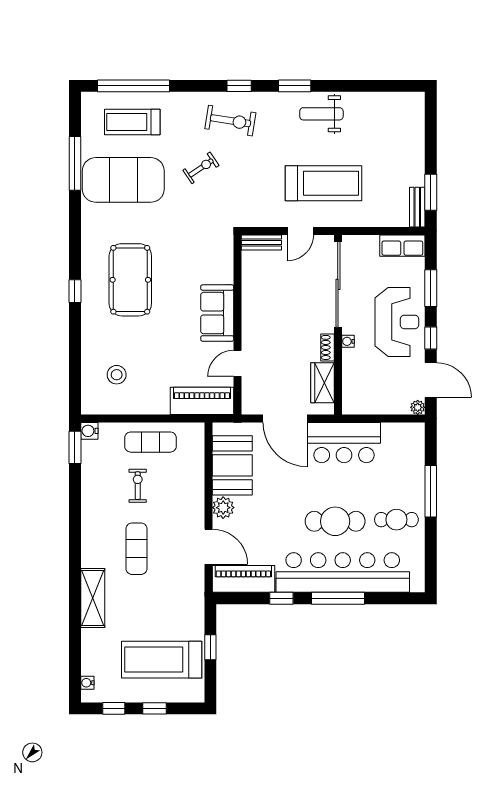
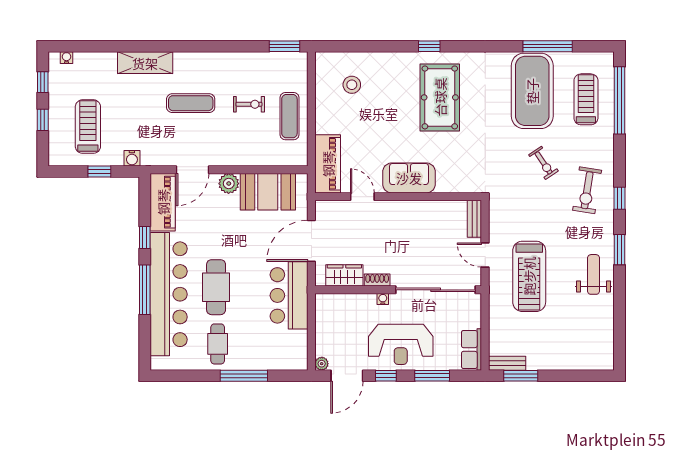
pool table: (130, 280) -> (440, 97), turned 90
water cooler: (89, 431) -> (132, 158), moved, turned 180
treadmill: (162, 660) -> (88, 127), width x0.73, depth x0.73

